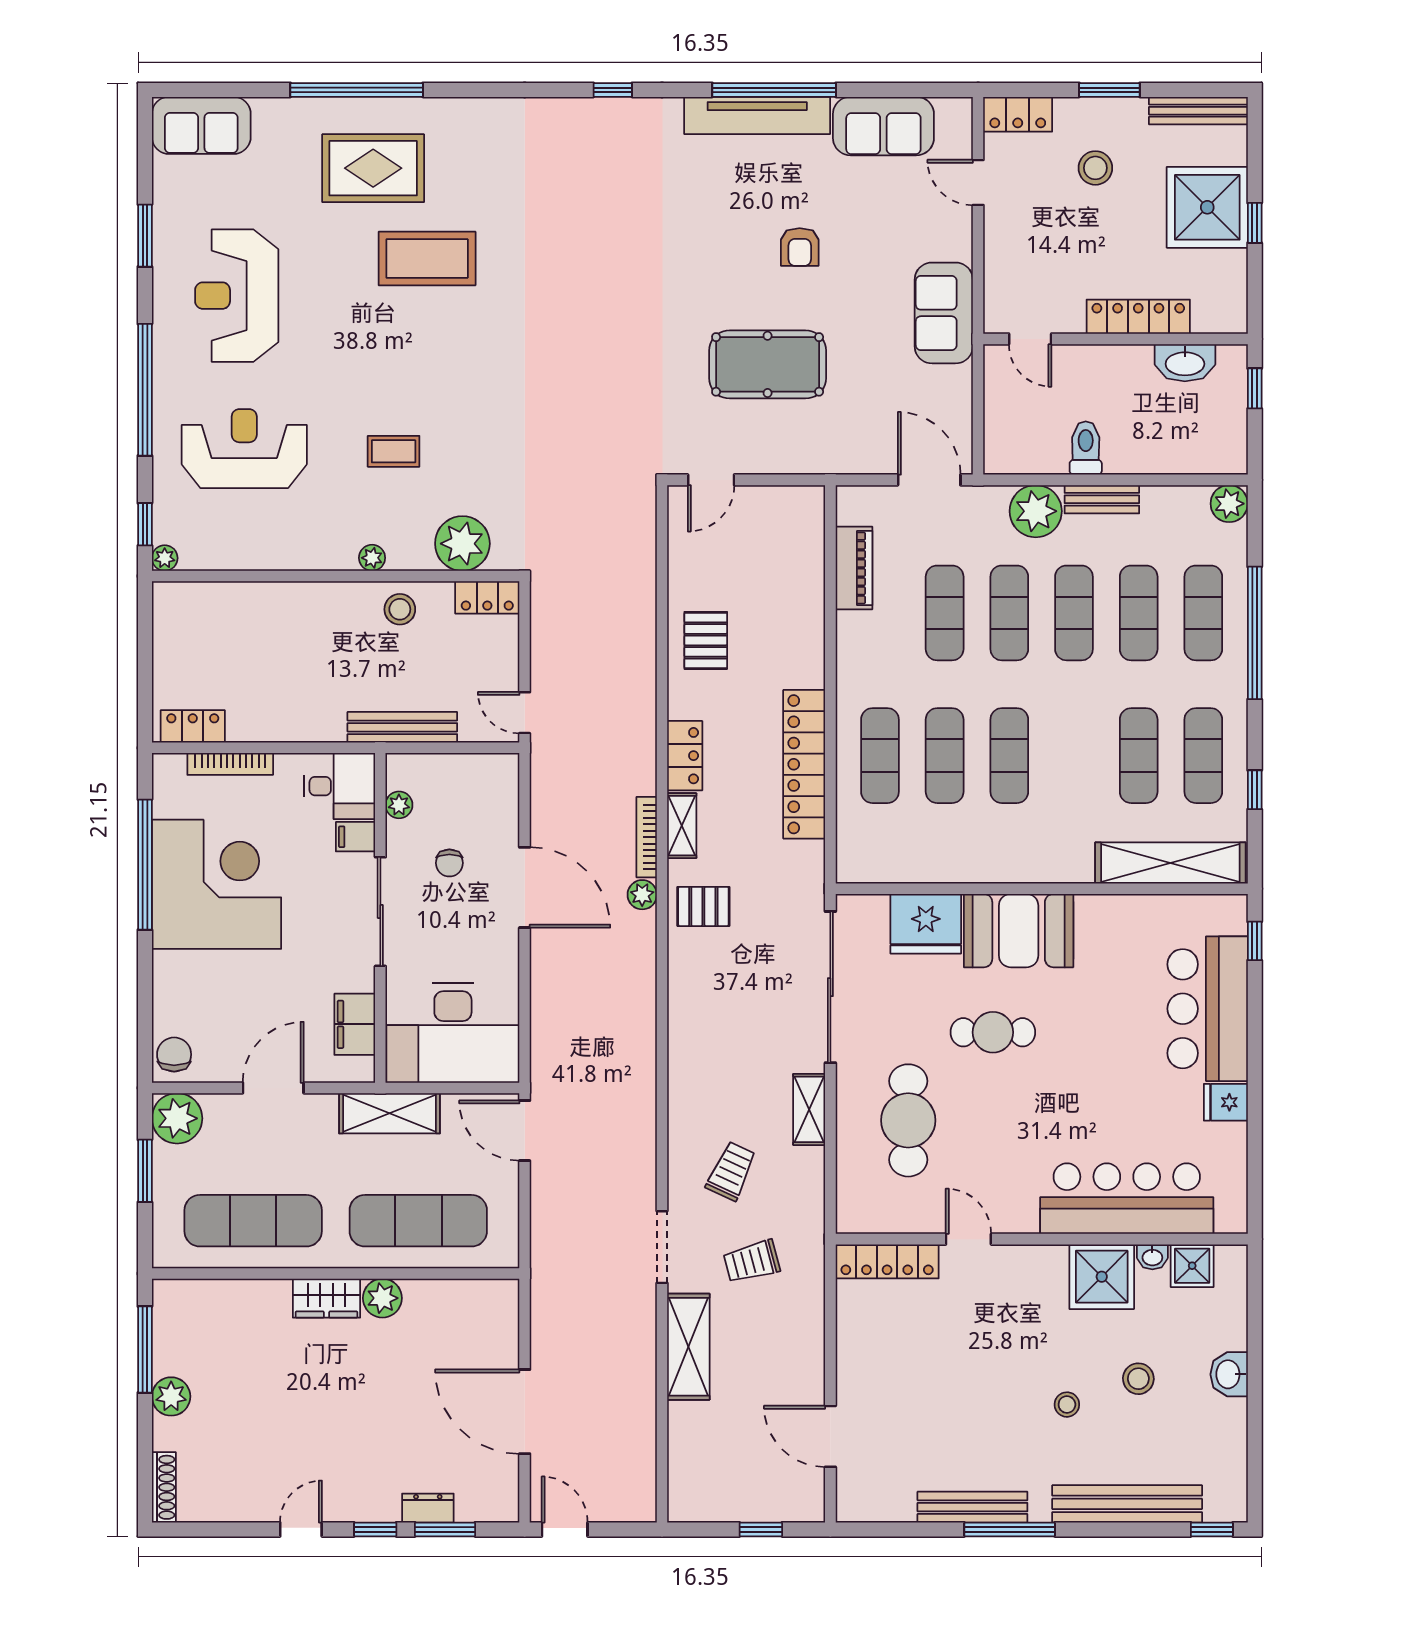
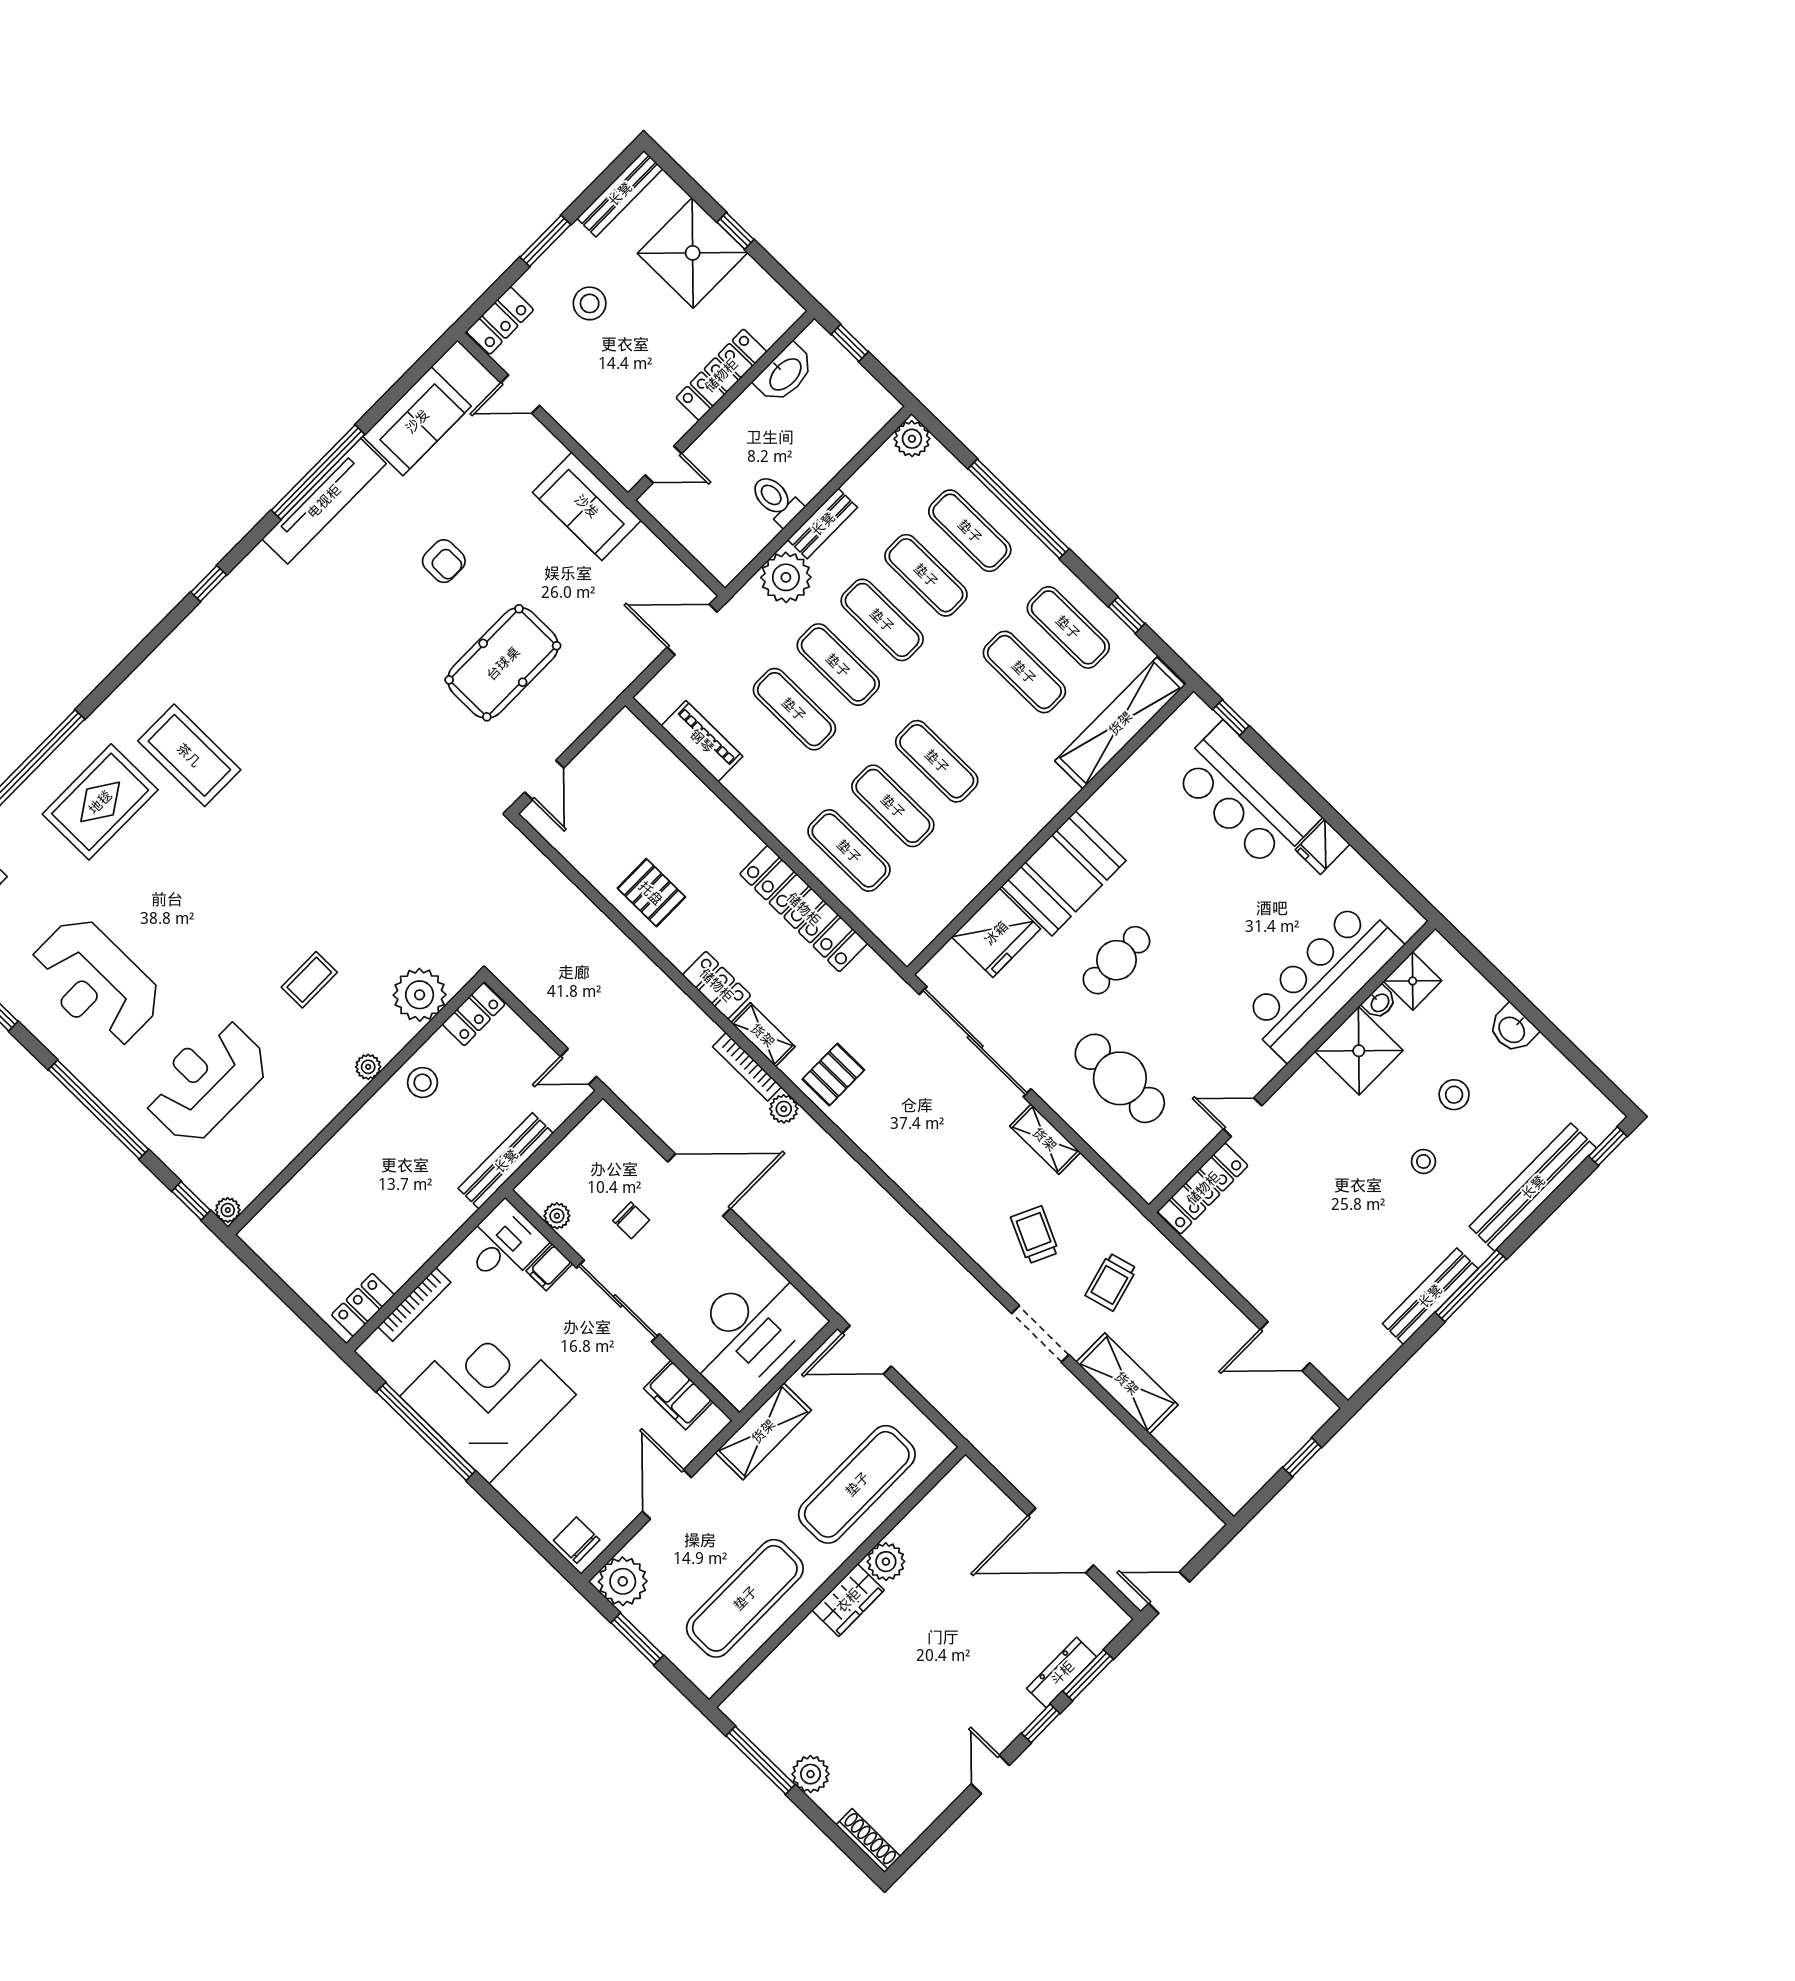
coffee table: (427, 259) -> (189, 755), moved, turned 90
dresser: (428, 1508) -> (1062, 1673), width x1.44

